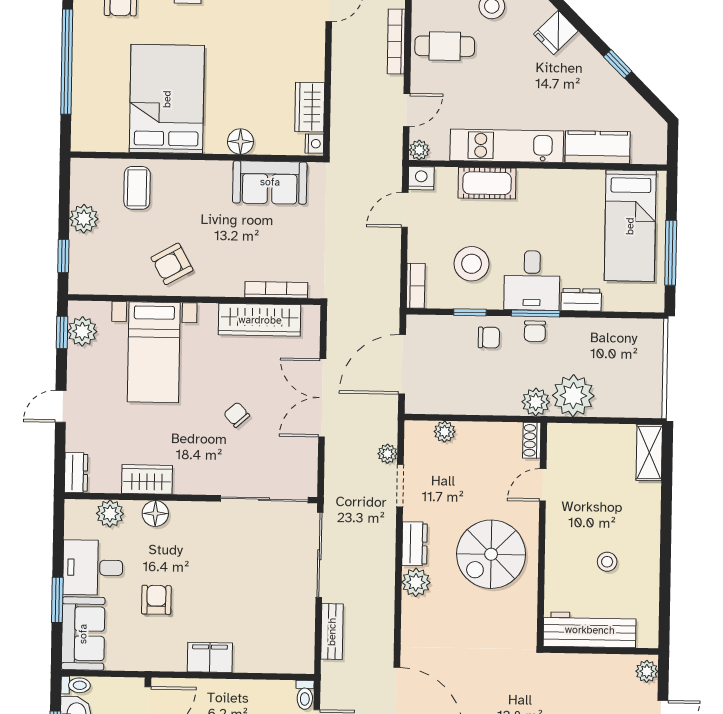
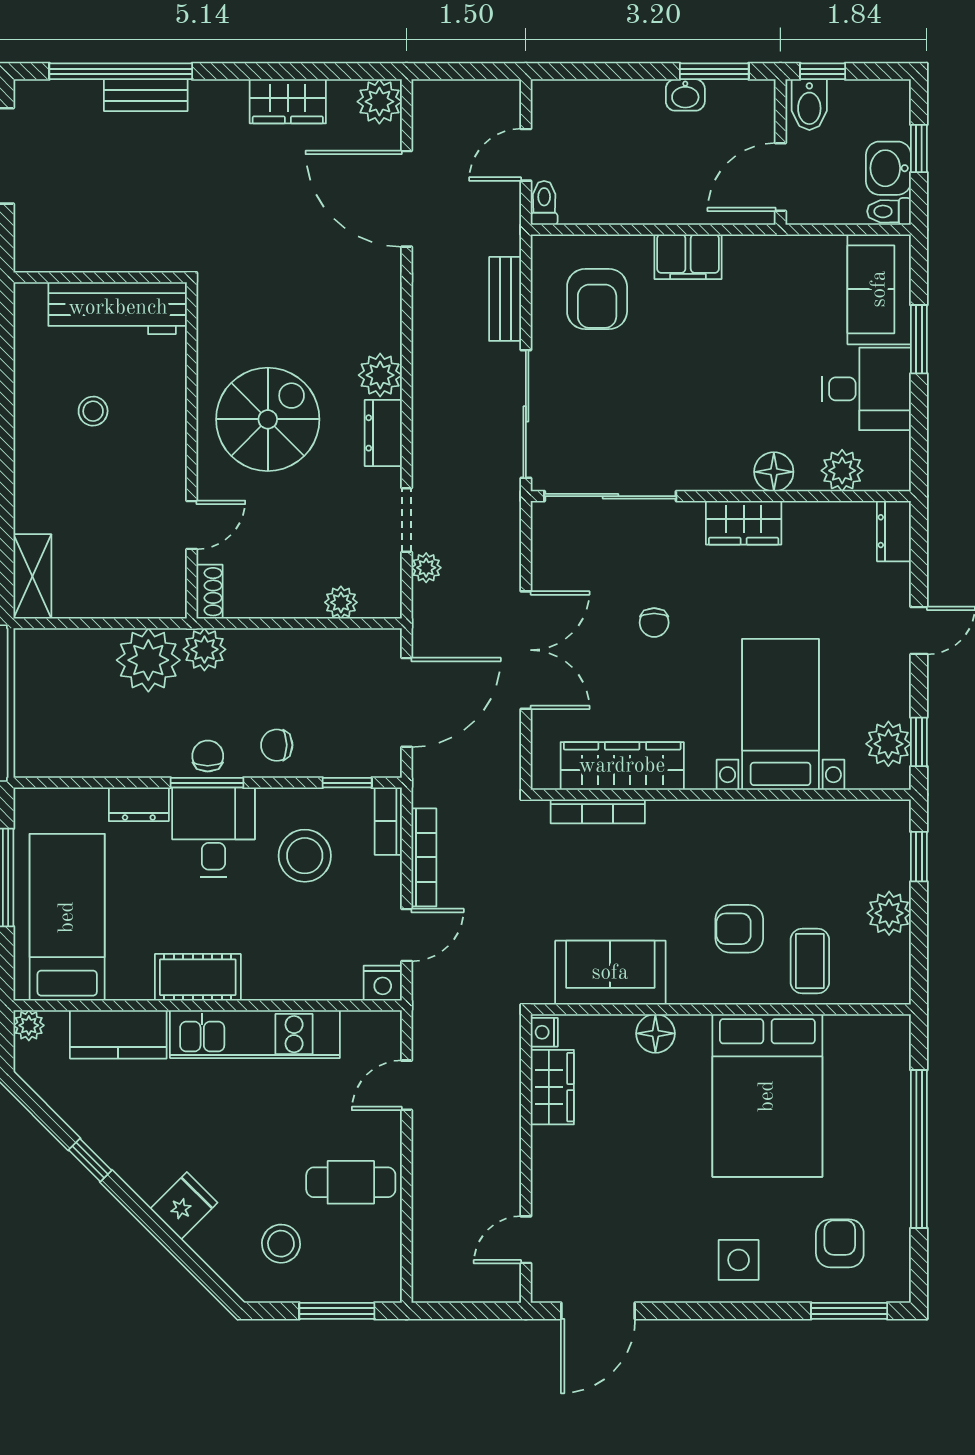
bookcase: (396, 42) -> (424, 857), moved
plant: (419, 150) -> (29, 1025), moved
cot: (487, 183) -> (198, 977), moved
armchair: (172, 264) -> (739, 929), moved, turned -151
window: (470, 312) -> (347, 783), moved
chair: (237, 415) -> (654, 623), turned 42
wardrobe: (147, 479) -> (744, 523), moved
armchair: (156, 600) -> (597, 299), moved, width x1.38, depth x1.38
plant: (647, 671) -> (30, 247), removed

